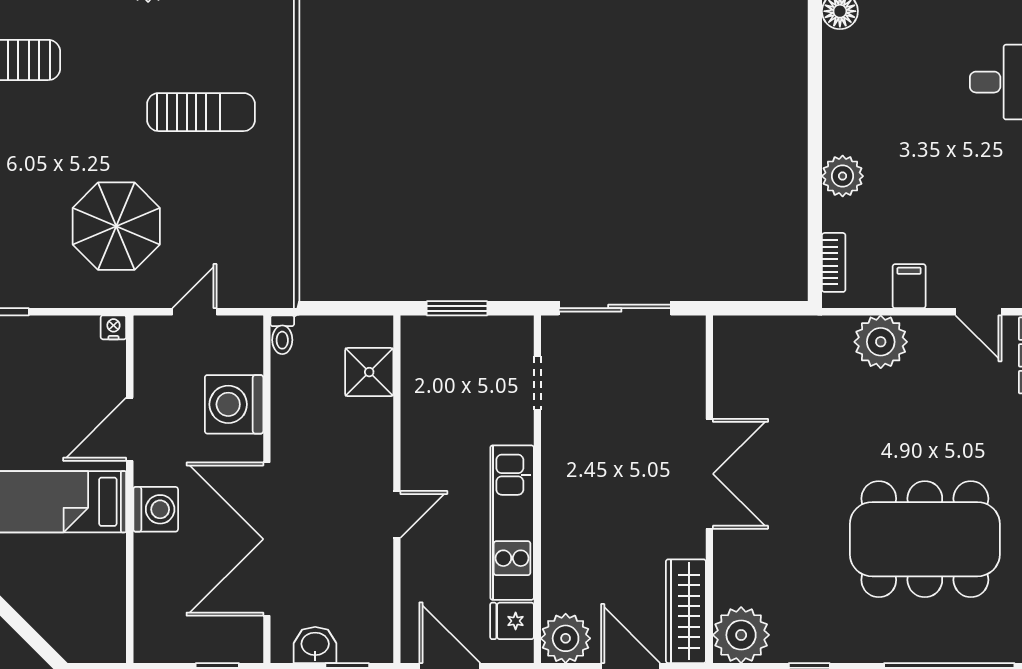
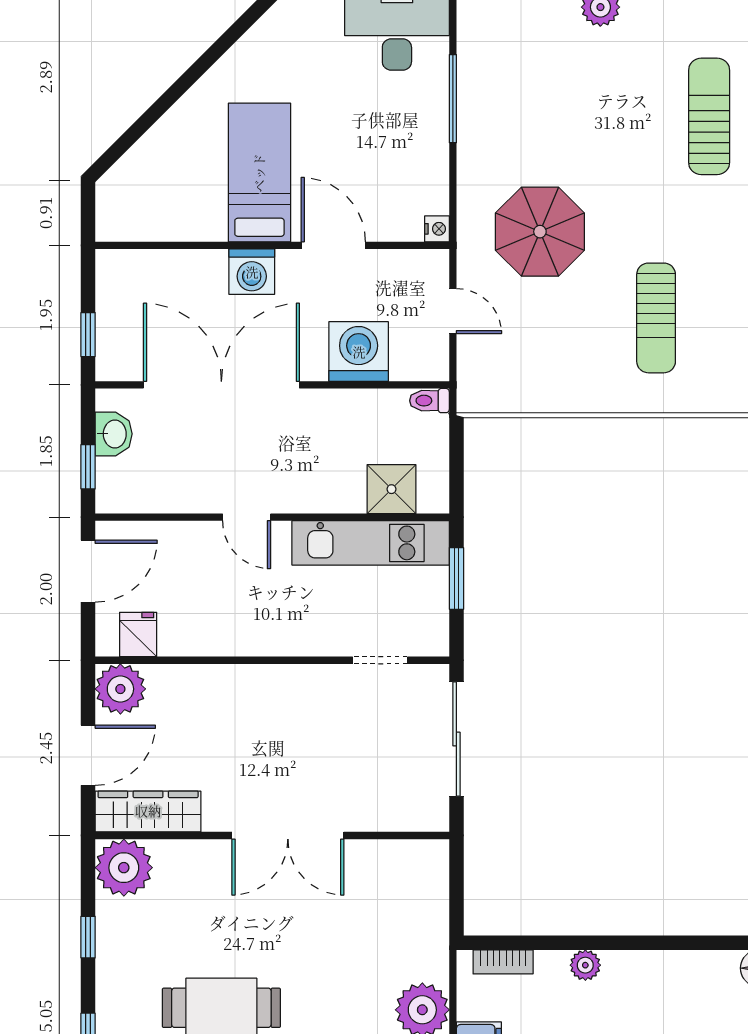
plant: (843, 176) -> (585, 965), width x0.73, depth x0.73
kitchen unit: (512, 523) -> (371, 543), moved, turned 180

